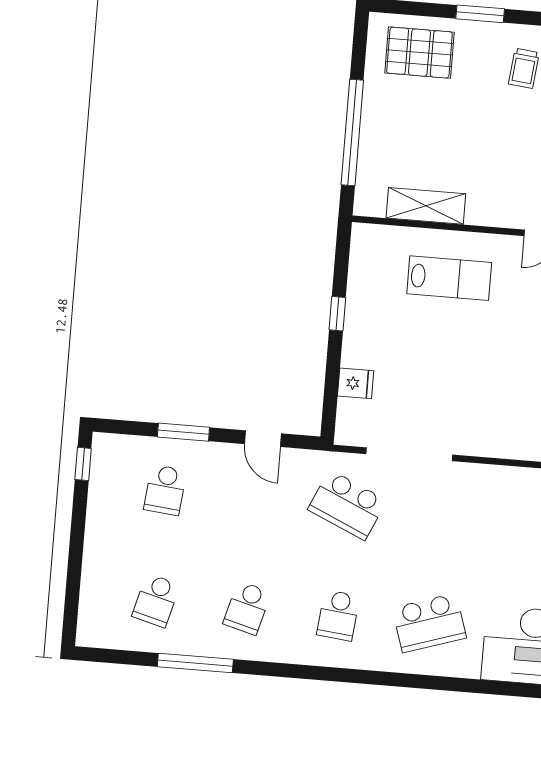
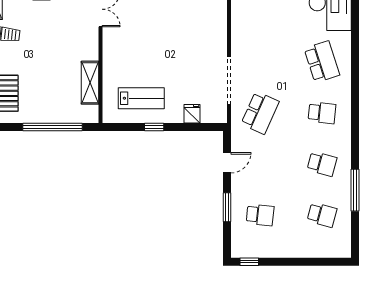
lab bench: (449, 278) -> (141, 98), moved, turned 90

